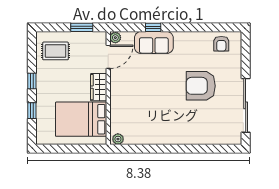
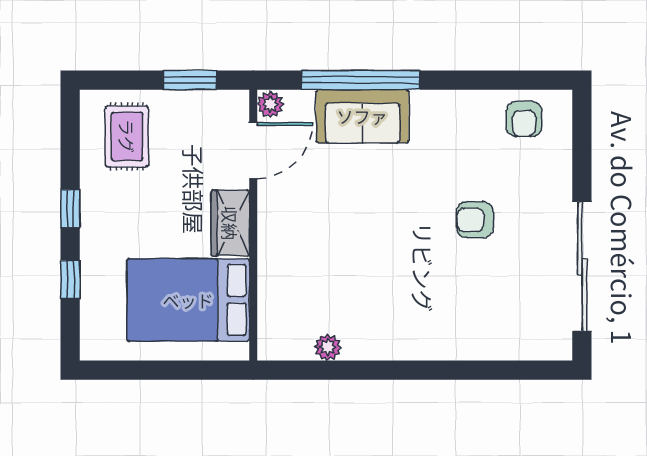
window: (153, 27) -> (361, 80), width x3.17
rug: (56, 51) -> (127, 136), turned 90
armchair: (201, 86) -> (475, 220), width x0.53, depth x0.53
plant: (118, 139) -> (328, 347), moved

